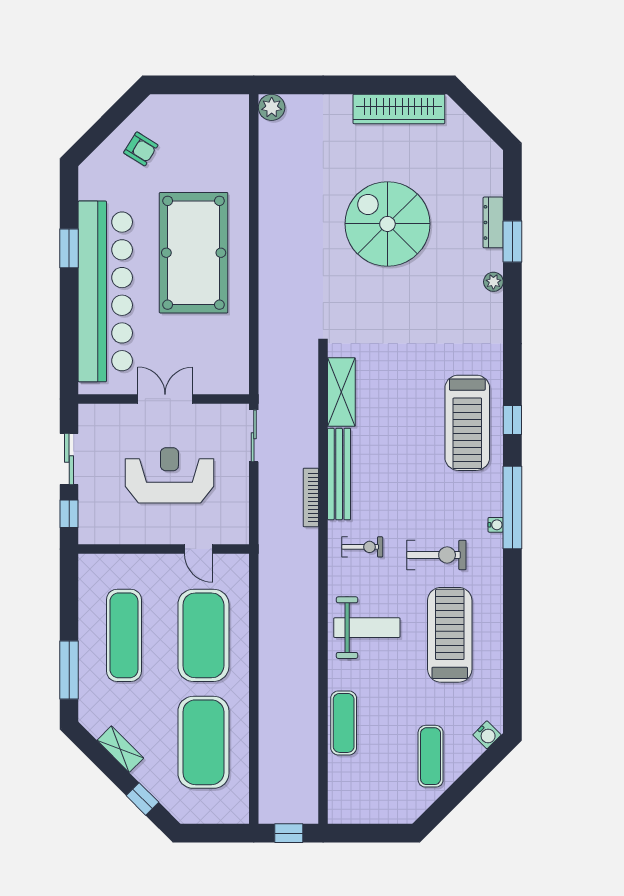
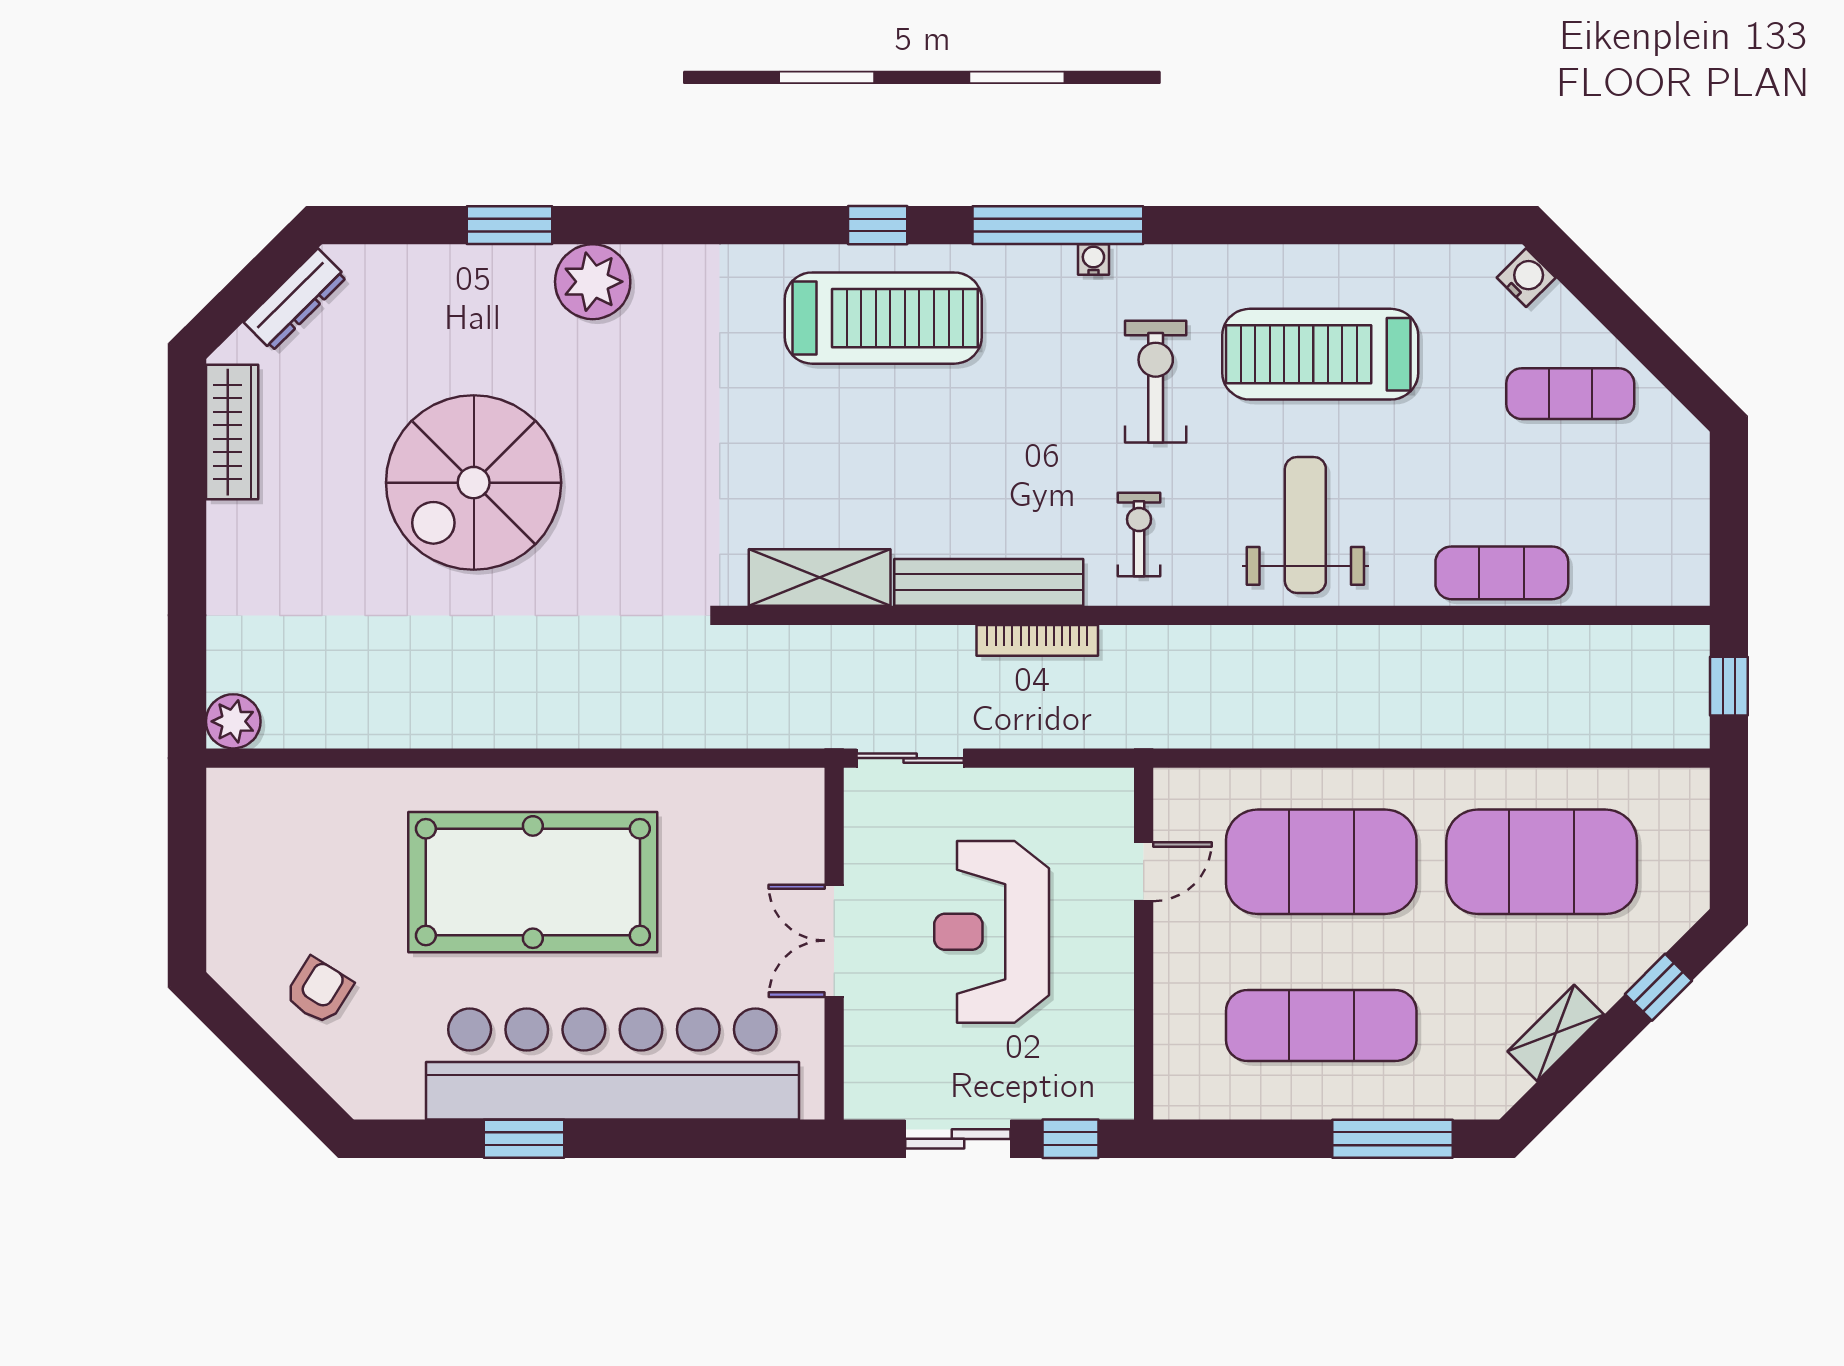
wardrobe: (399, 109) -> (232, 432), width x0.71, depth x0.85
dresser: (493, 222) -> (295, 300), moved, turned -45
plant: (493, 282) -> (593, 282), width x1.88, depth x1.88

